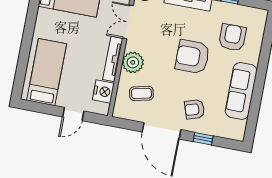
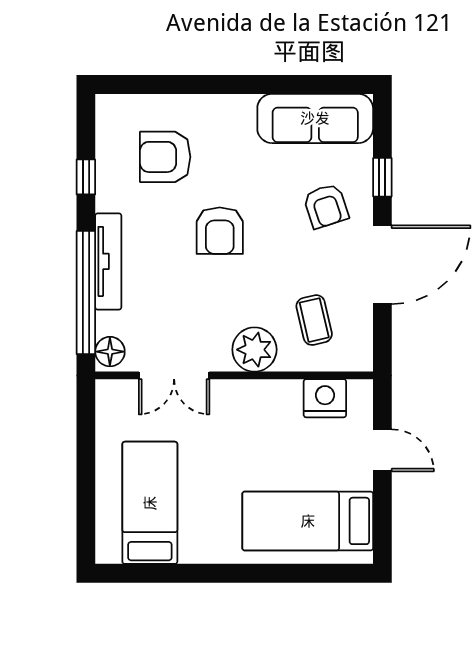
armchair: (192, 57) -> (220, 231), width x0.73, depth x0.73
tv unit: (113, 59) -> (255, 392), removed
sofa: (241, 91) -> (315, 118), moved

